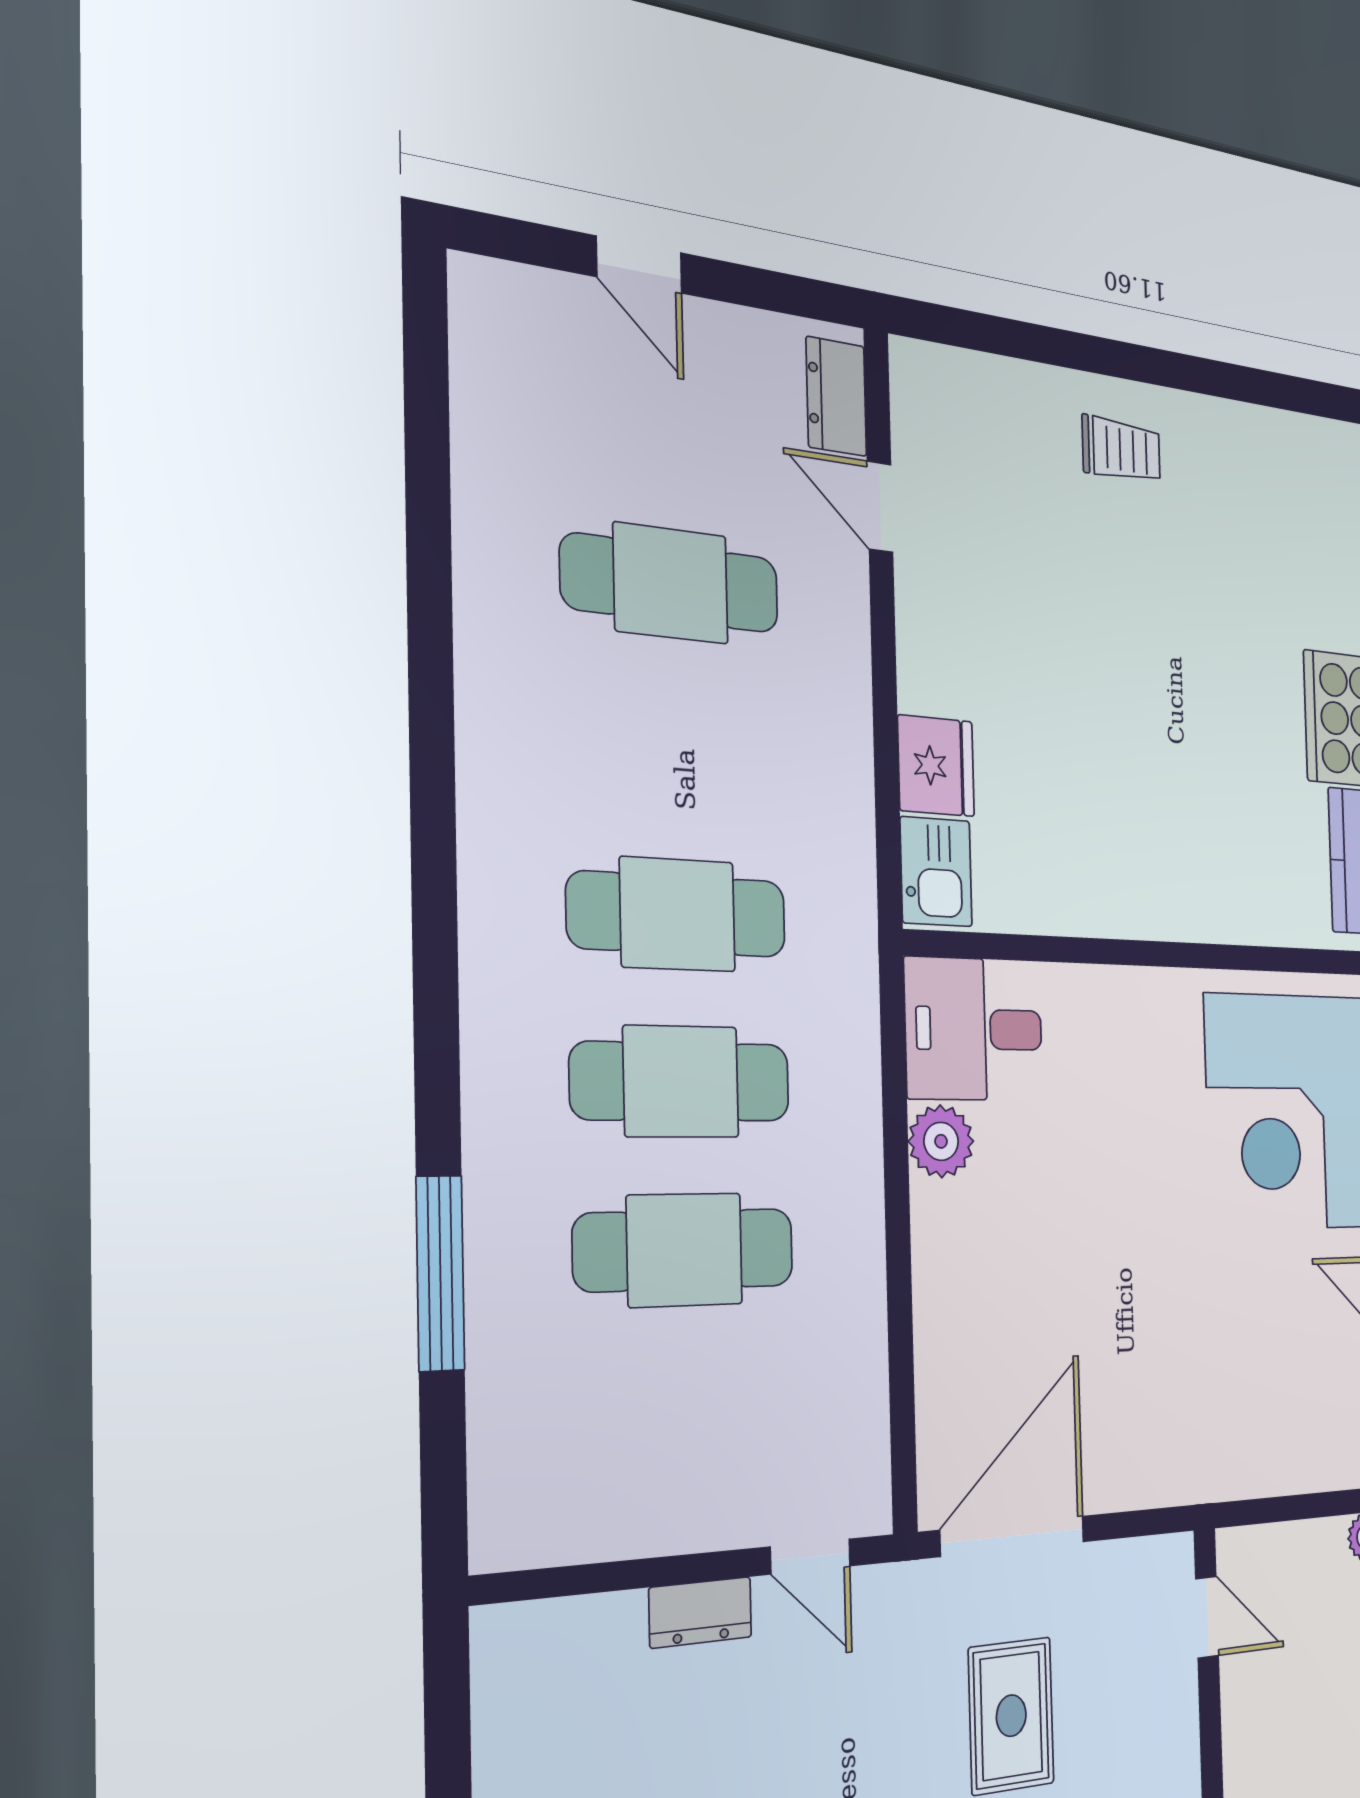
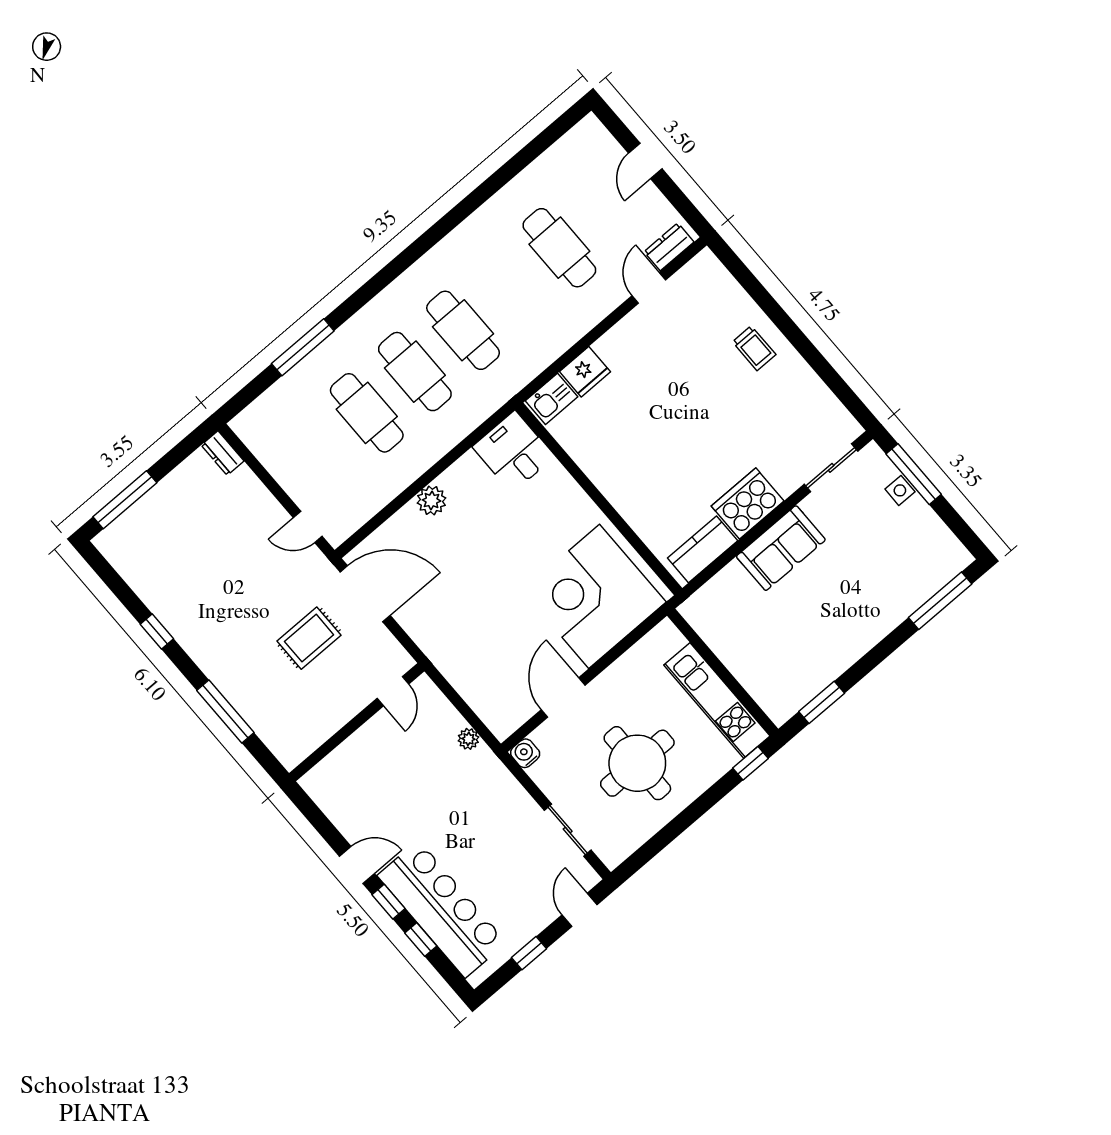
plant: (941, 1141) -> (431, 500), moved
door: (810, 1556) -> (308, 527), hinge flipped
dresser: (700, 1612) -> (223, 453), moved

